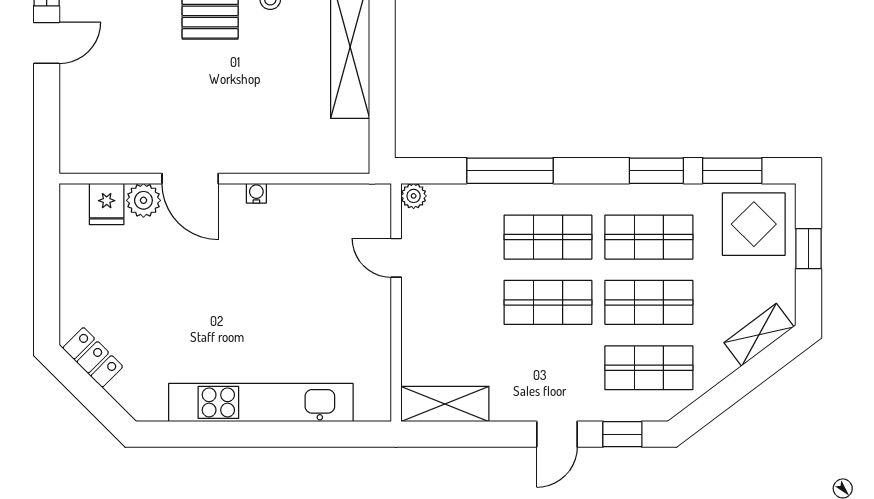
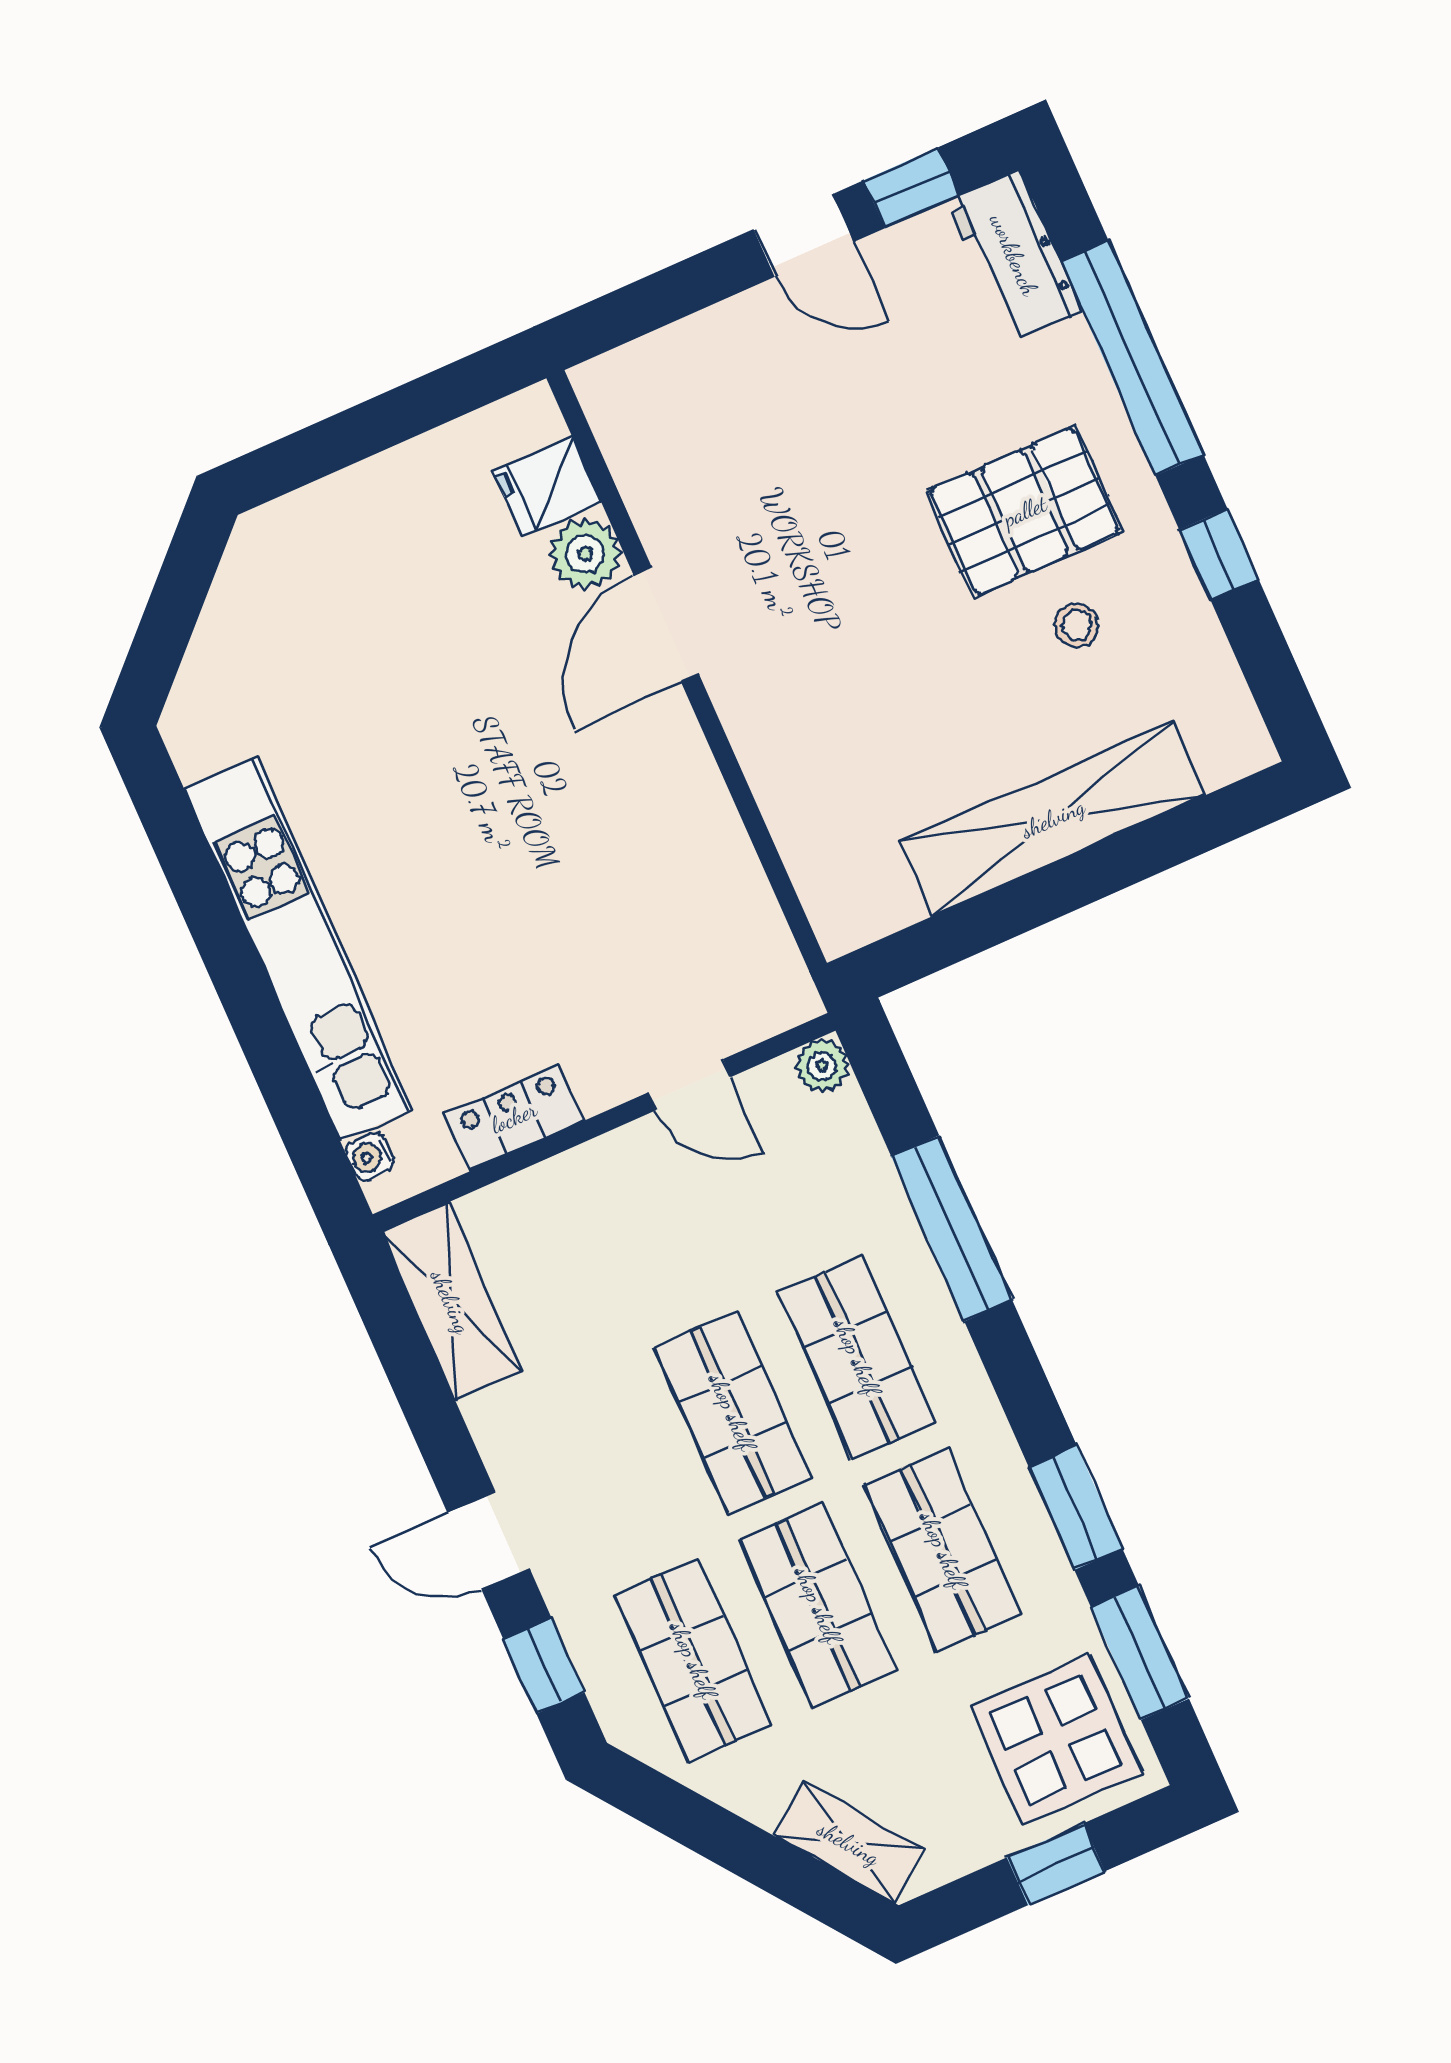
water cooler: (256, 193) -> (370, 1156), moved, turned 180
door: (396, 258) -> (689, 1085), swing flipped
locker: (93, 357) -> (514, 1117), moved, turned -135

